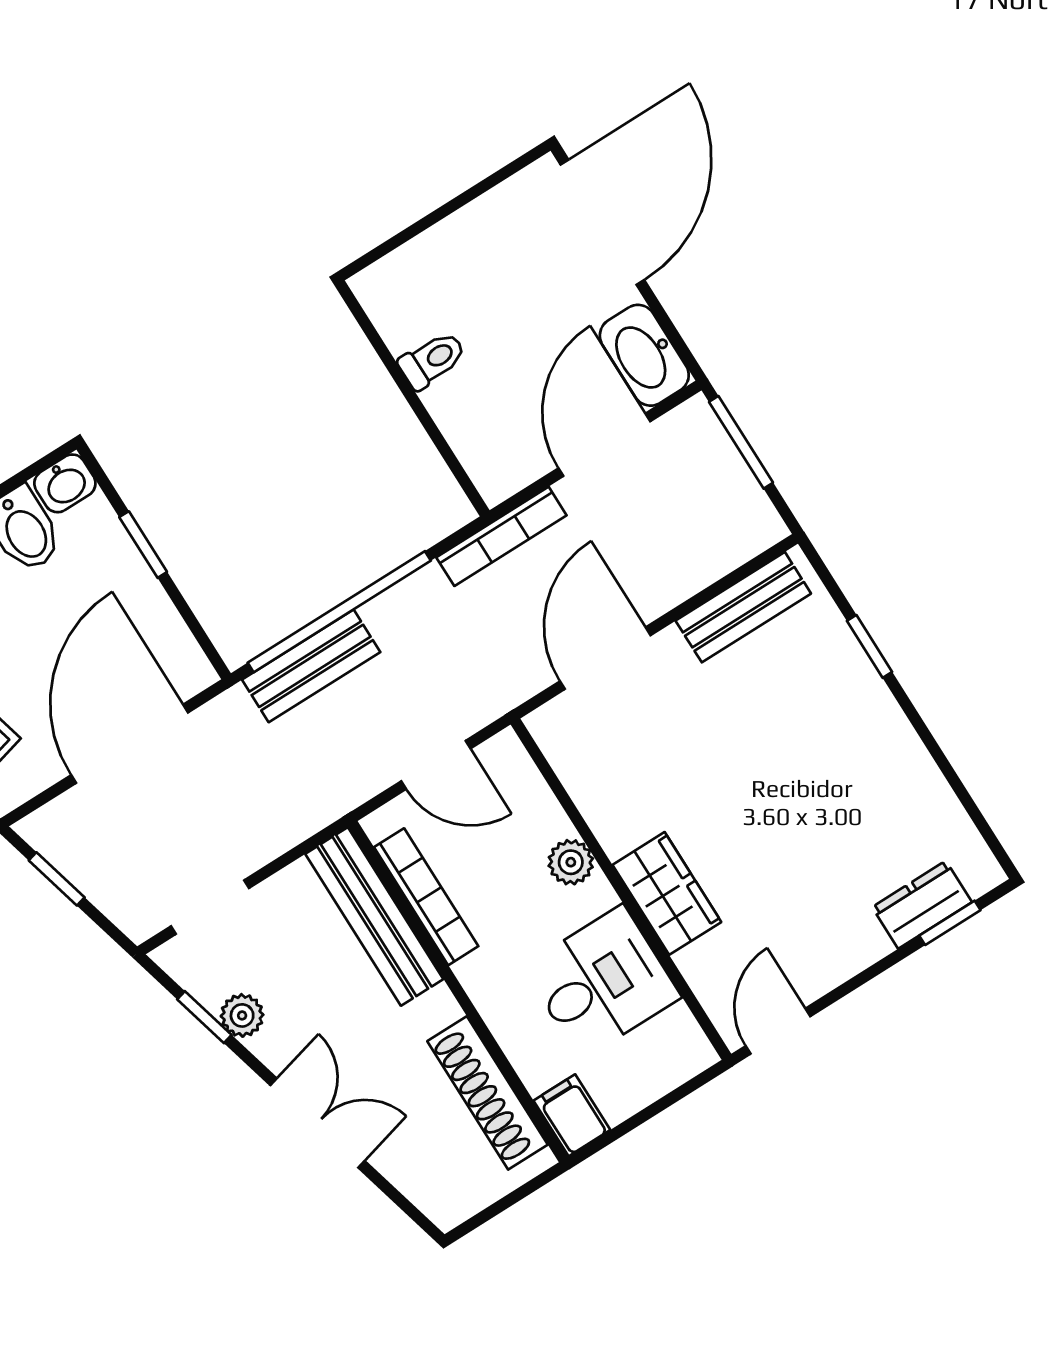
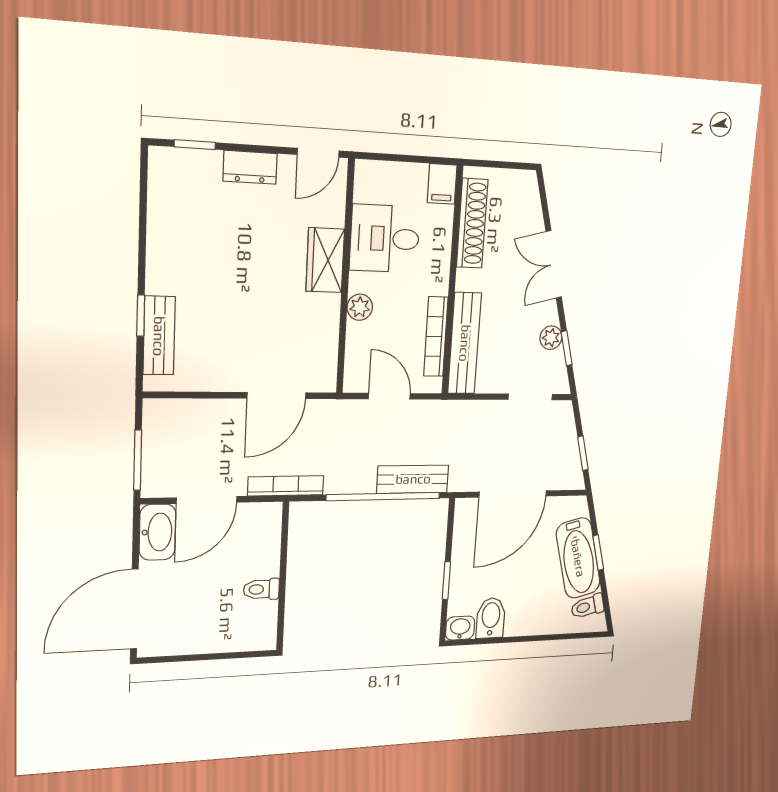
bench: (743, 607) -> (159, 336), moved, turned 90
dresser: (922, 905) -> (250, 167), moved

